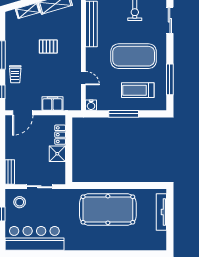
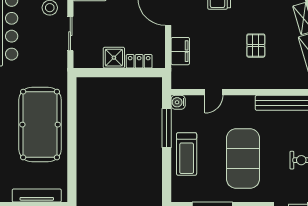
treadmill: (138, 90) -> (187, 154), moved, turned 180
window: (124, 114) -> (167, 128), moved

